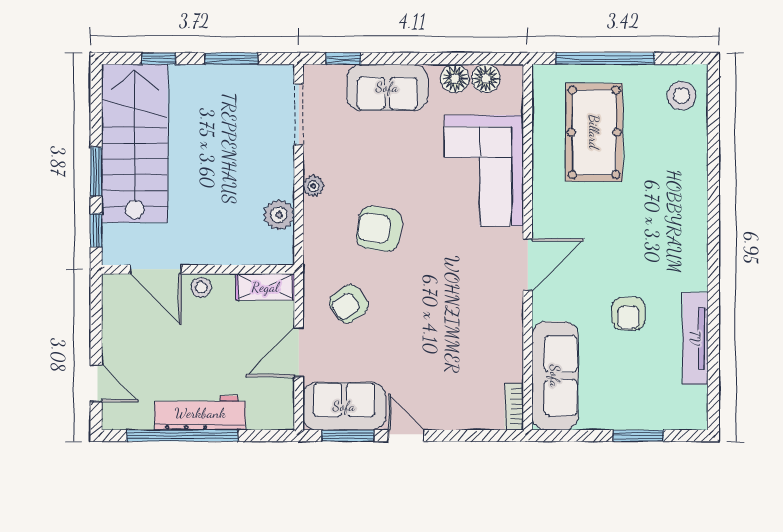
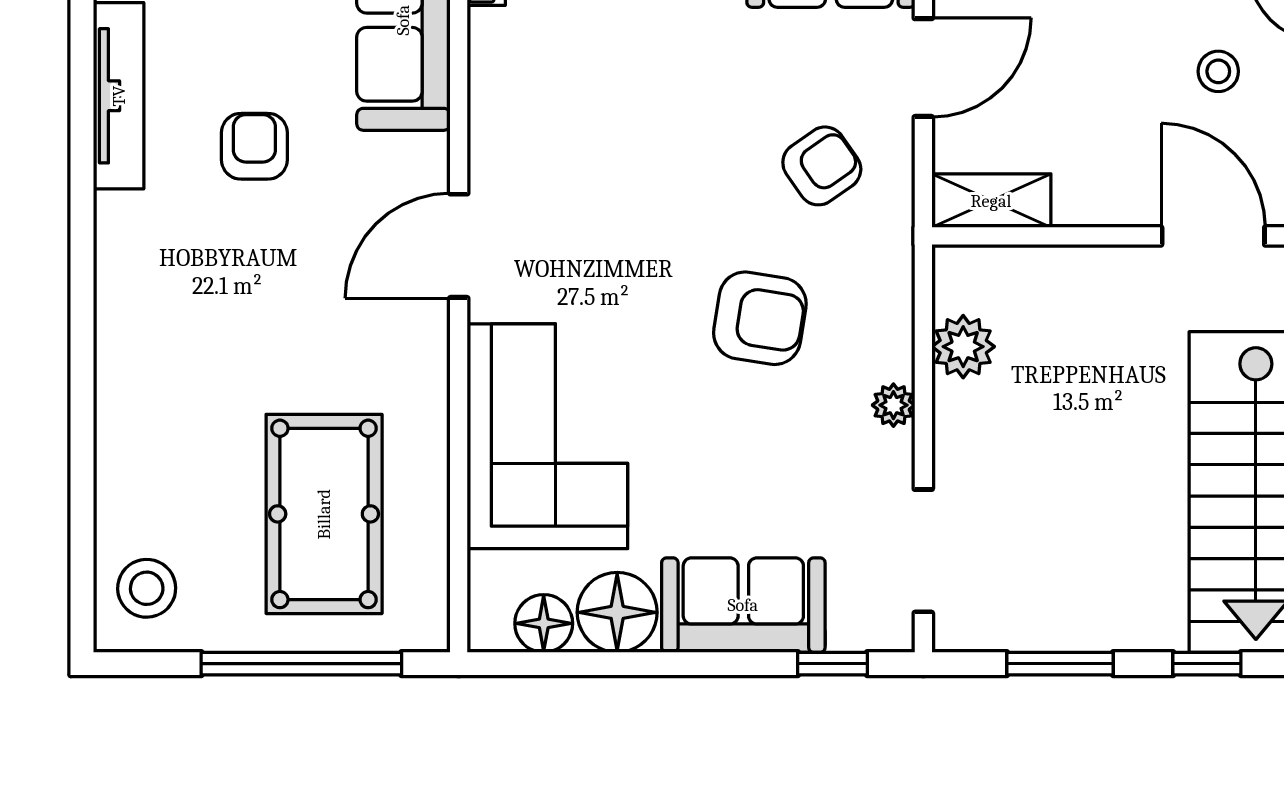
floor lamp: (455, 78) -> (617, 612), width x1.38, depth x1.38
stool: (201, 288) -> (1218, 71), moved

